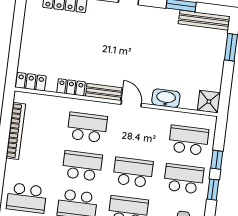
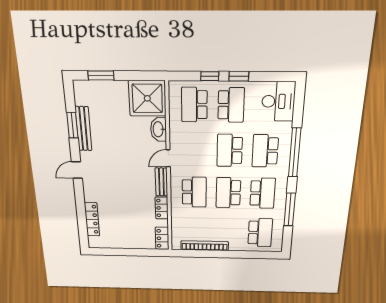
bench: (204, 20) -> (83, 129), moved
shower: (209, 102) -> (147, 98), width x1.86, depth x1.86
school desk: (87, 127) -> (194, 192), turned 180
school desk: (184, 179) -> (231, 105), turned 180

